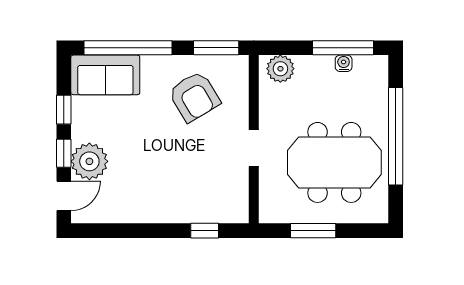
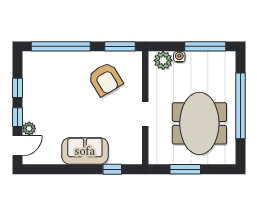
water cooler: (344, 63) -> (179, 57), moved
sofa: (105, 75) -> (85, 151), moved, turned 180
plant: (89, 161) -> (29, 128), width x0.53, depth x0.53
meeting table: (334, 162) -> (199, 123), turned 90

